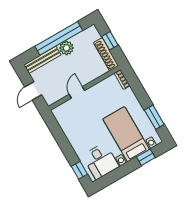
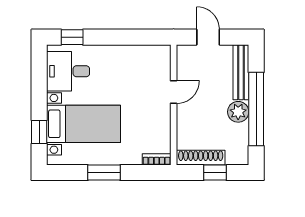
door: (77, 92) -> (174, 92), hinge flipped
window: (154, 117) -> (104, 173), moved

